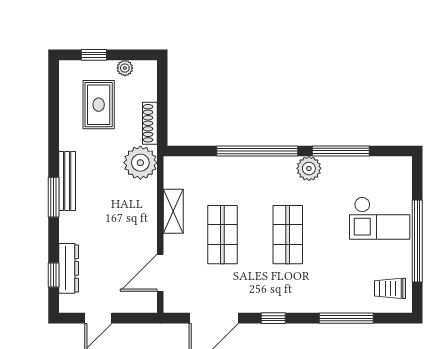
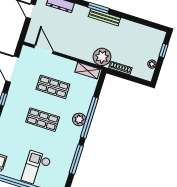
rug: (99, 105) -> (138, 45), removed
plant: (309, 168) -> (79, 119), moved
shelving: (173, 211) -> (88, 71), moved

